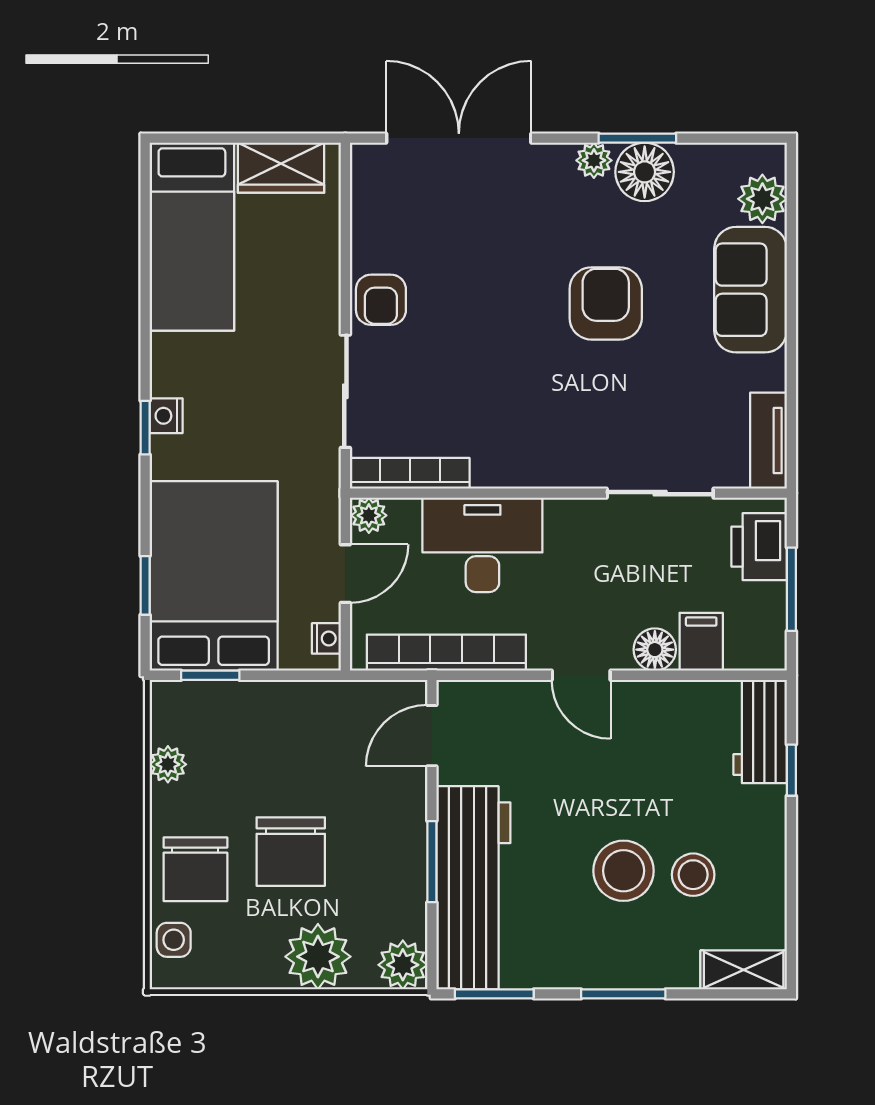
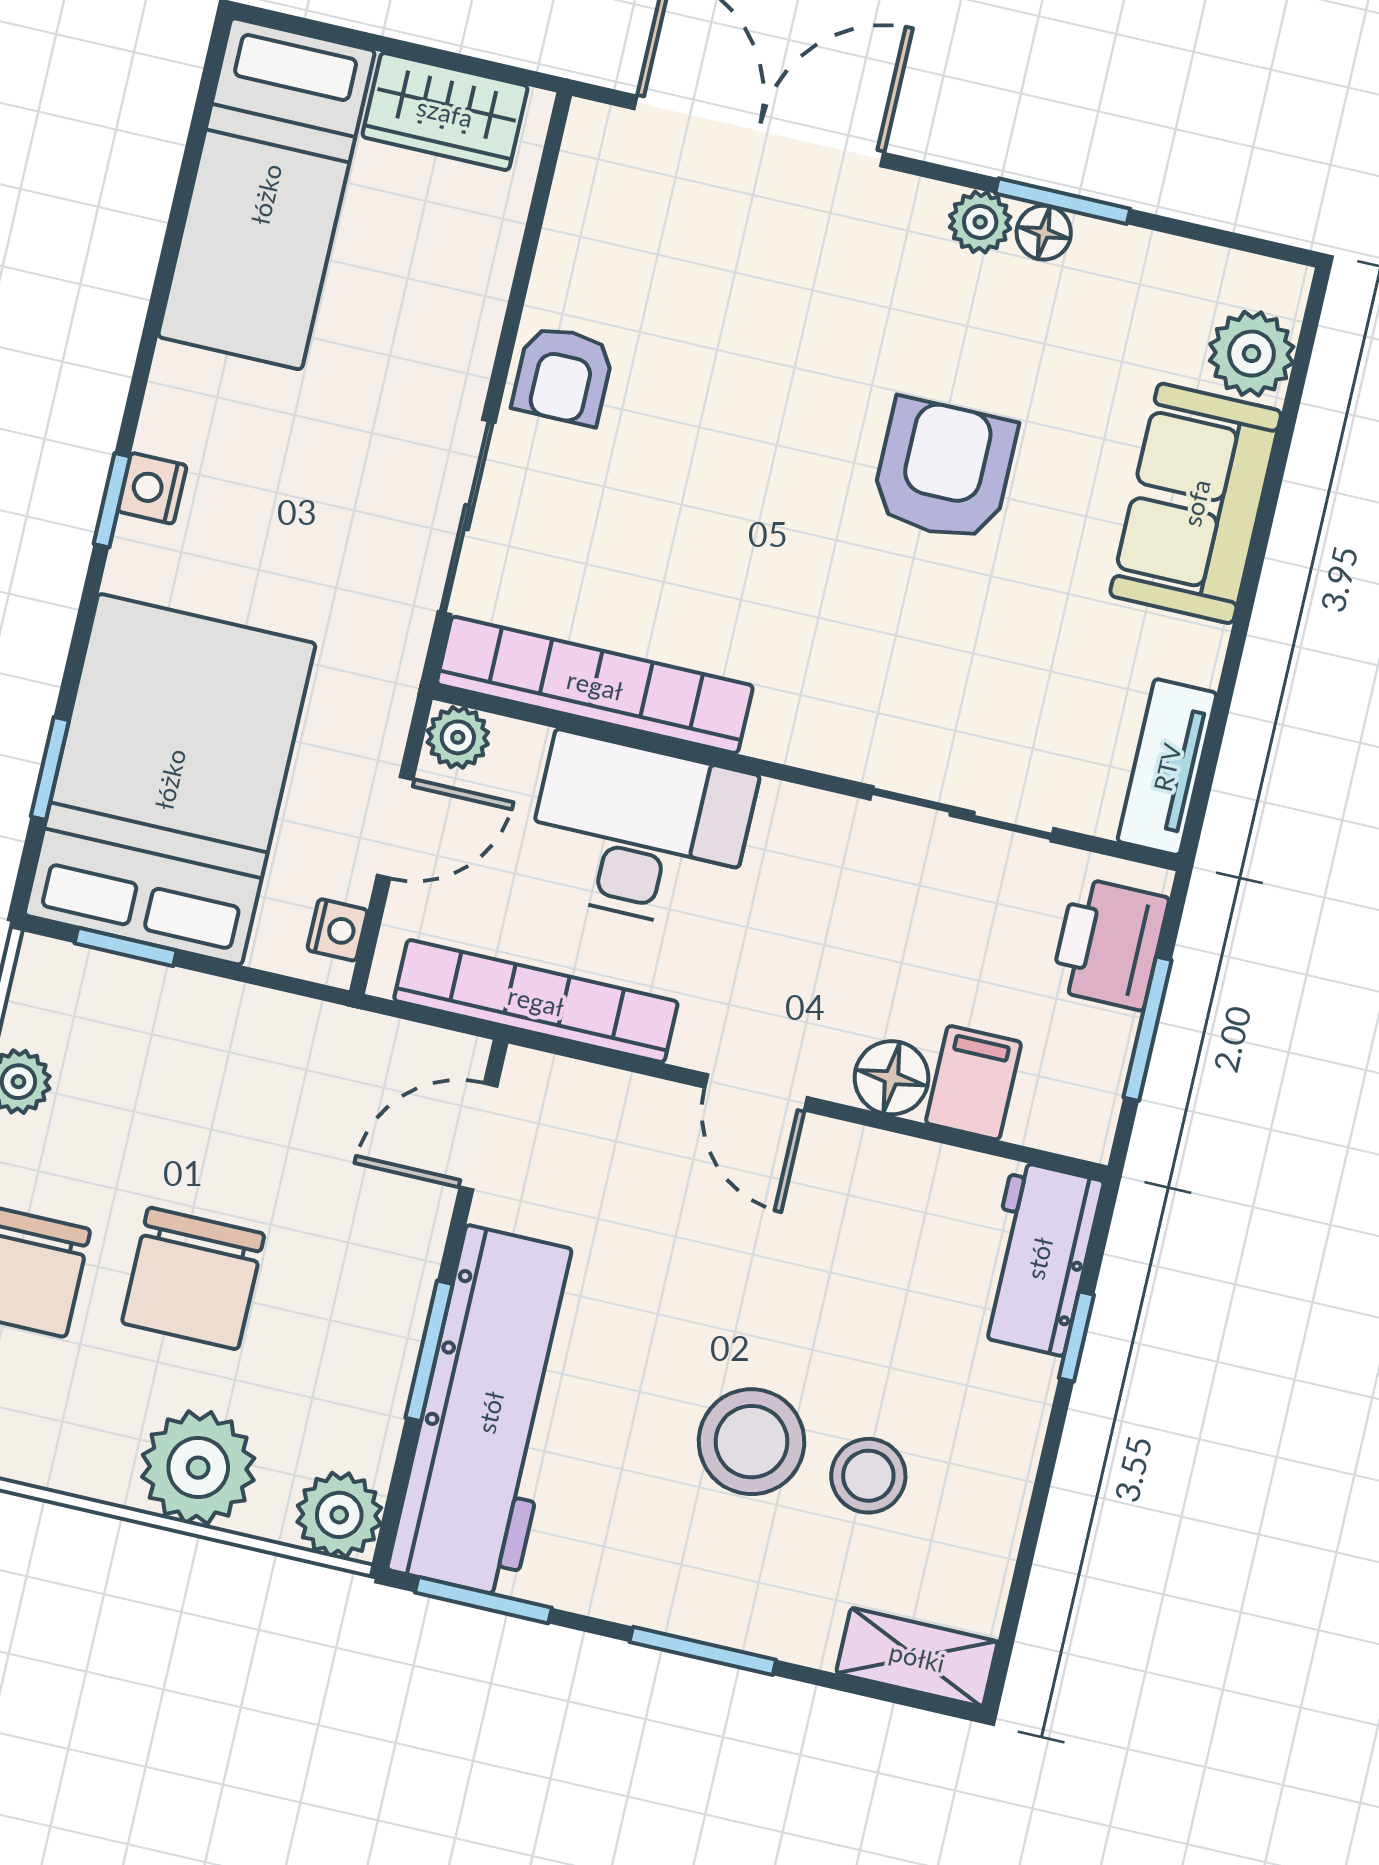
floor lamp: (645, 172) -> (1044, 233), width x0.53, depth x0.53
bookcase: (410, 473) -> (595, 685), width x1.48, depth x1.31

